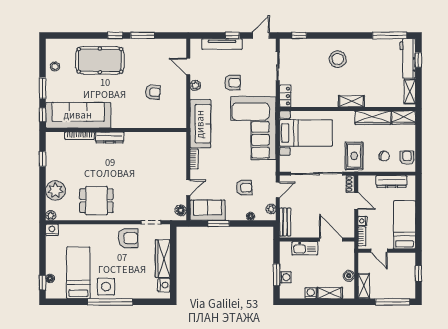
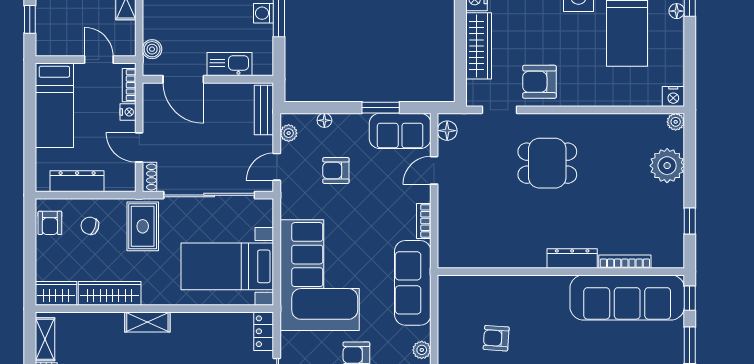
dining table: (96, 201) -> (547, 163), moved
boiler: (349, 276) -> (152, 49), moved

